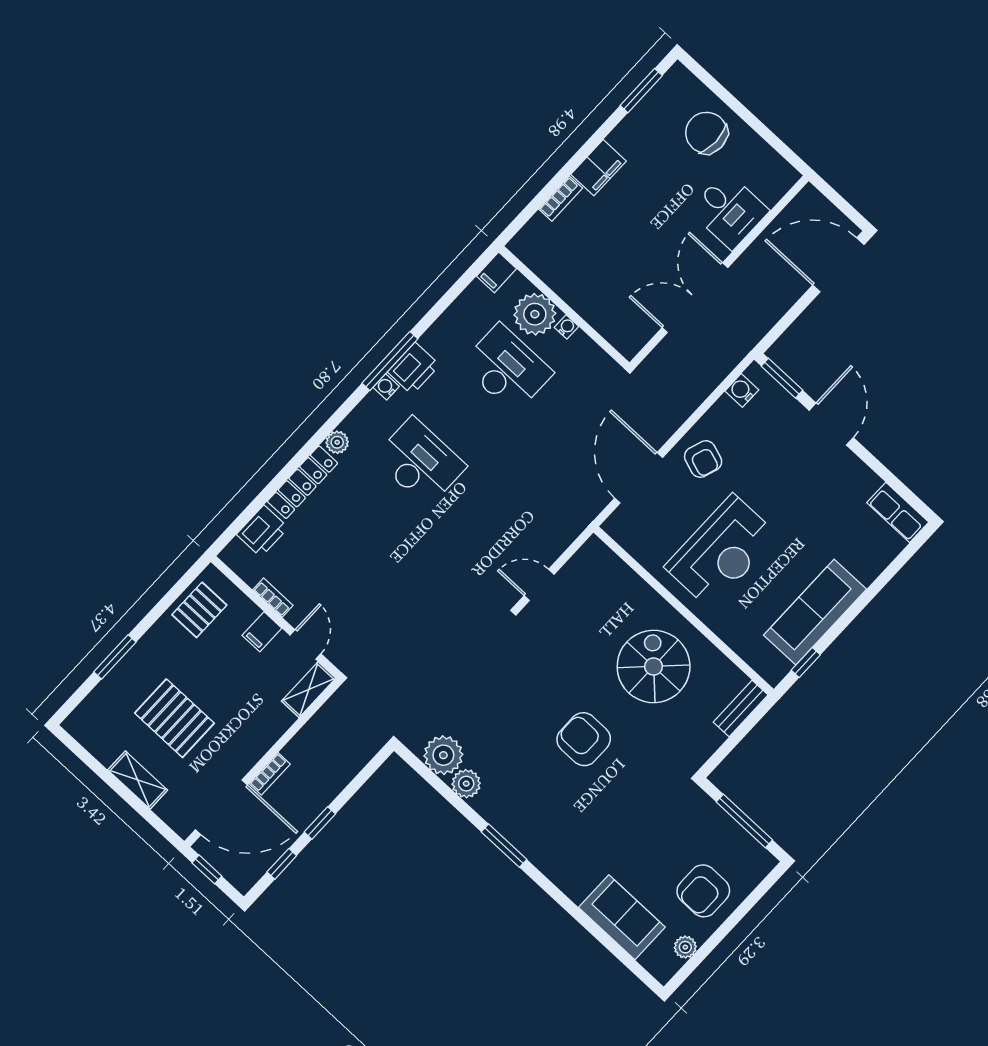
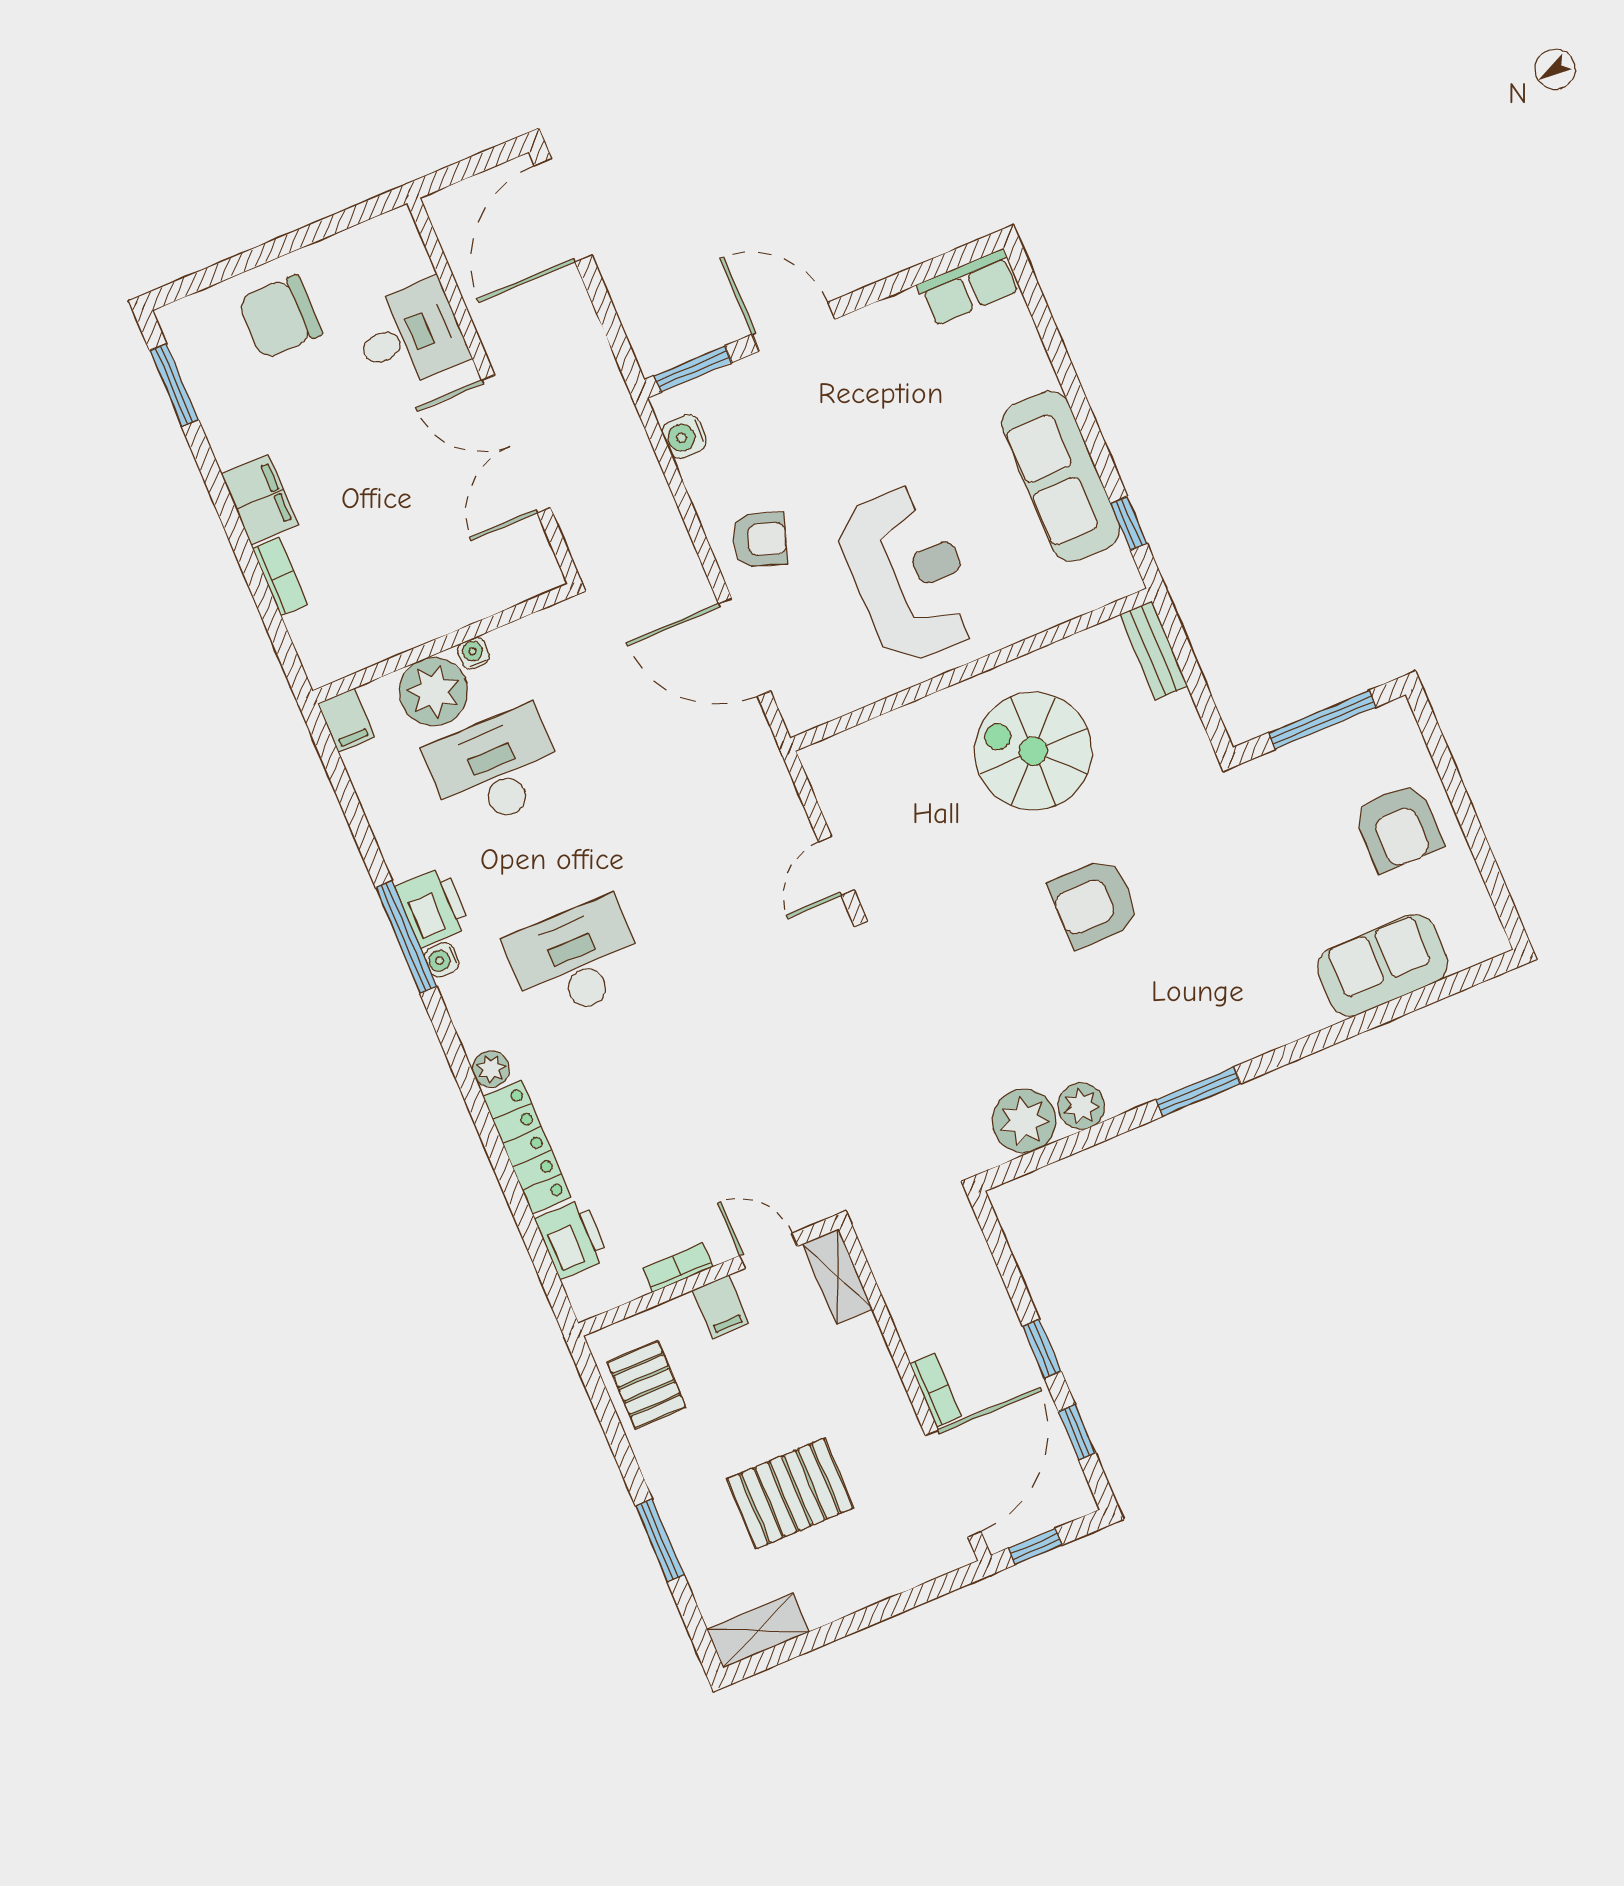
shelving: (138, 780) -> (758, 1631), moved
plant: (685, 947) -> (1469, 891), removed

